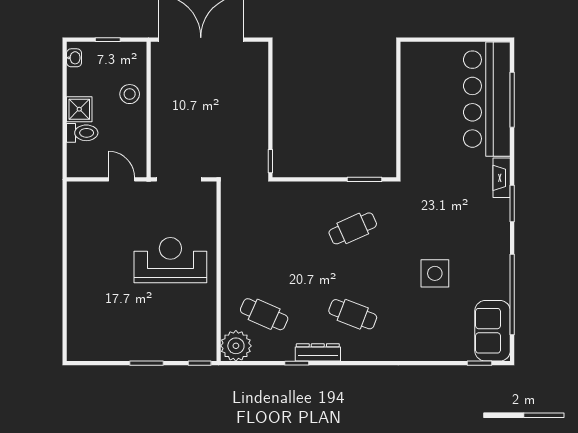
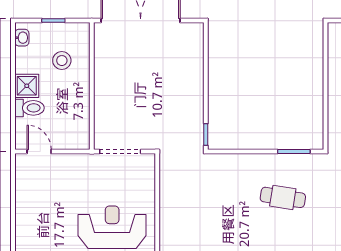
stool: (130, 94) -> (62, 61), moved
door: (122, 179) -> (39, 152), moved
cafe table: (353, 228) -> (283, 197), turned 33

